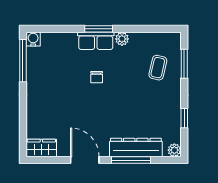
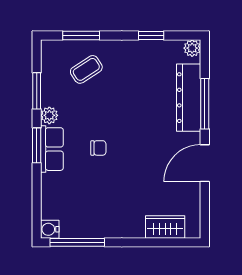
window: (141, 29) -> (37, 91), added
coffee table: (158, 68) -> (86, 69), turned -46
wardrobe: (41, 148) -> (165, 227), moved, turned 90

